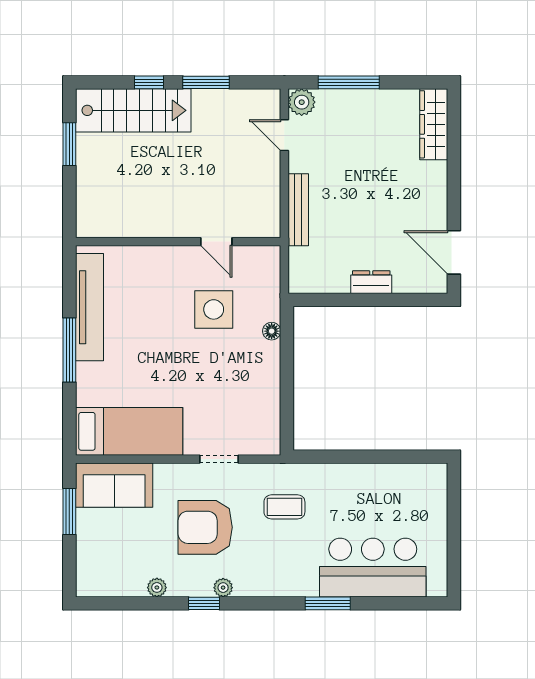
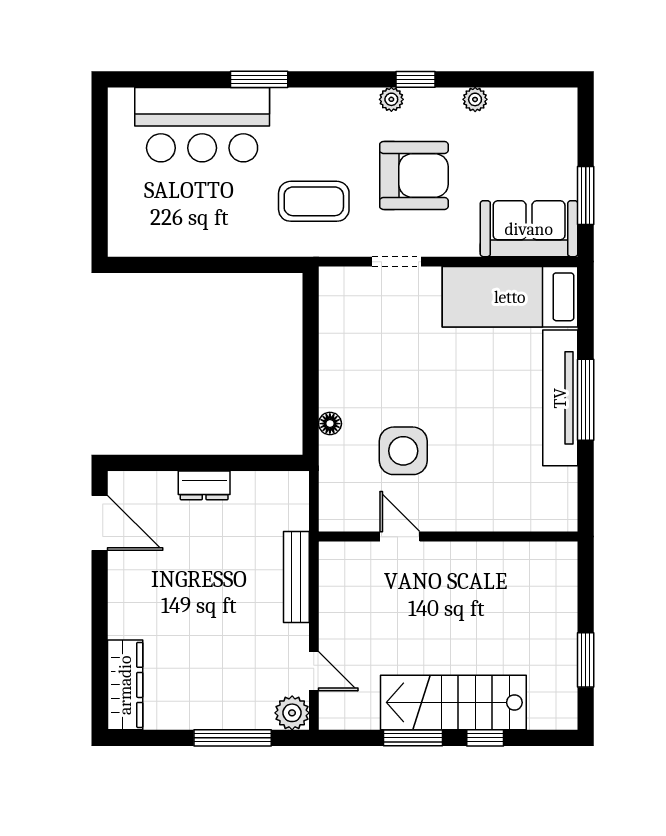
stairs: (133, 110) -> (453, 702), moved
tv unit: (89, 307) -> (560, 398), moved
coffee table: (284, 507) -> (314, 201), width x1.36, depth x1.30

